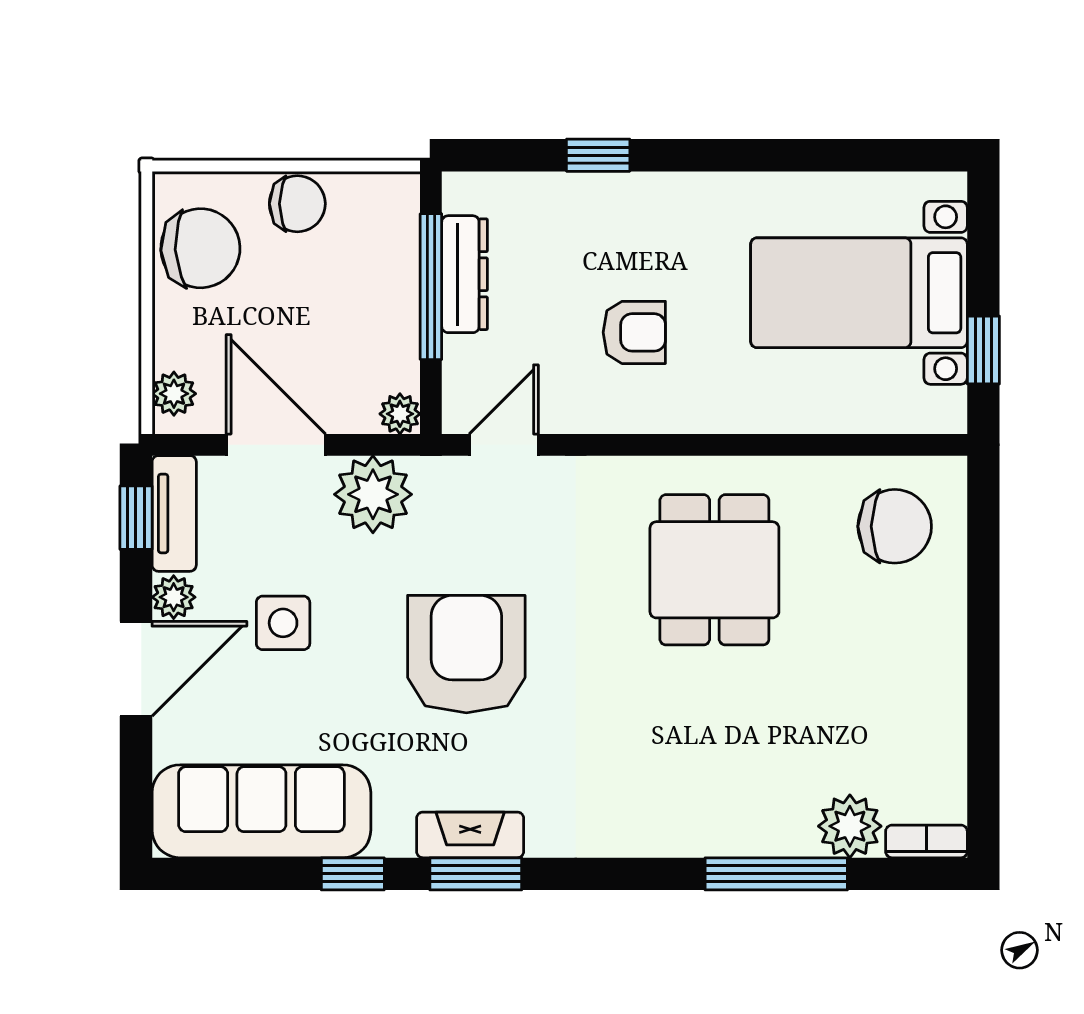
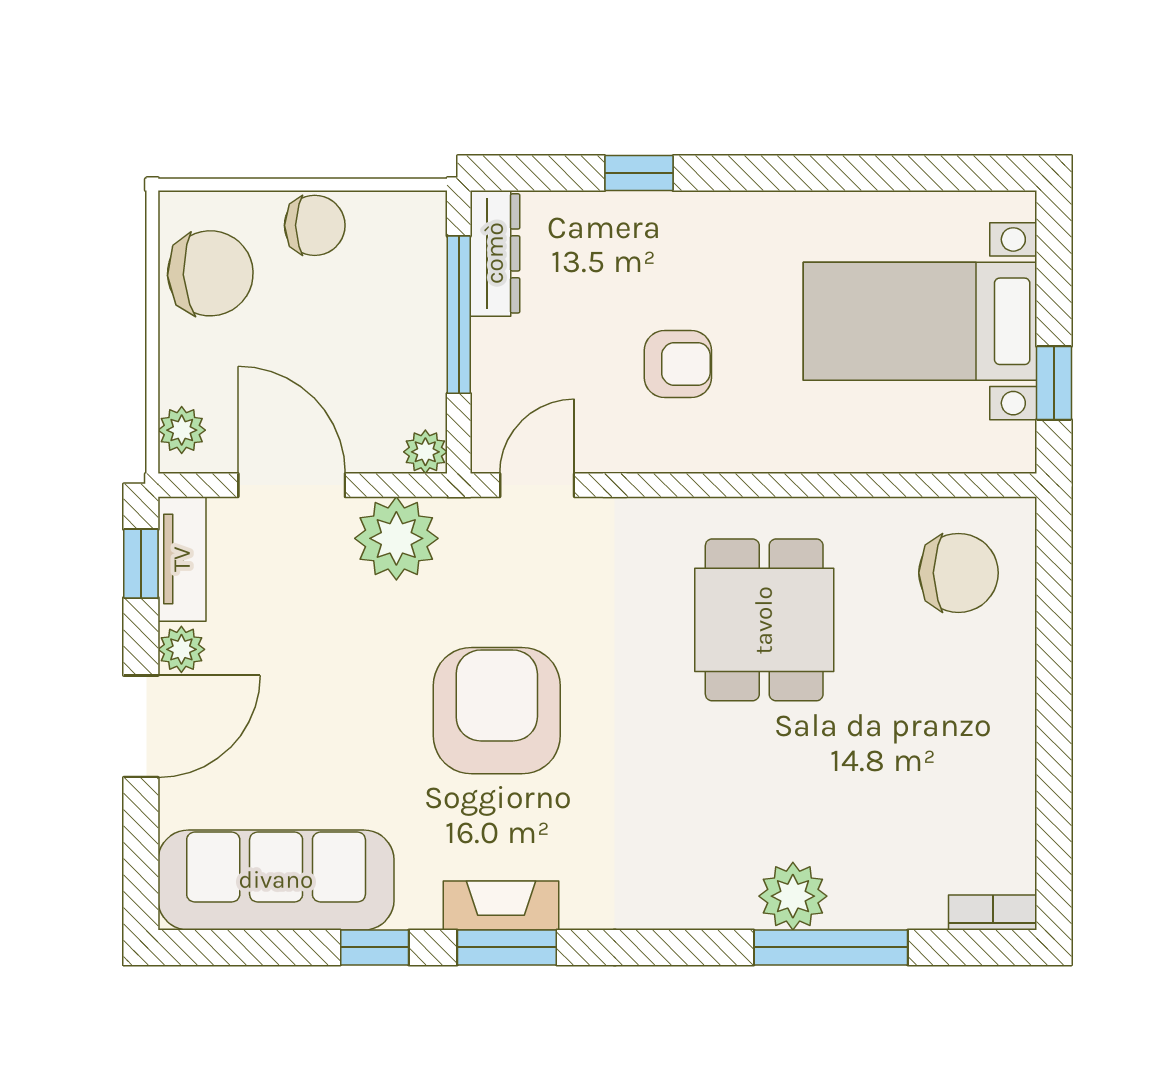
dresser: (465, 274) -> (495, 253), moved
side table: (283, 623) -> (299, 677), removed
plant: (850, 826) -> (793, 896), moved

